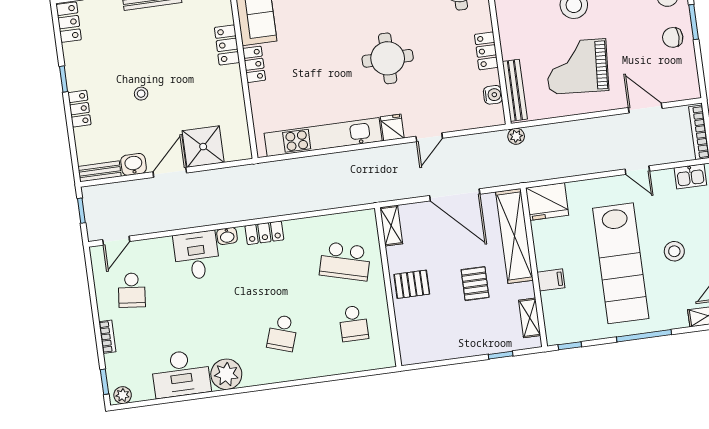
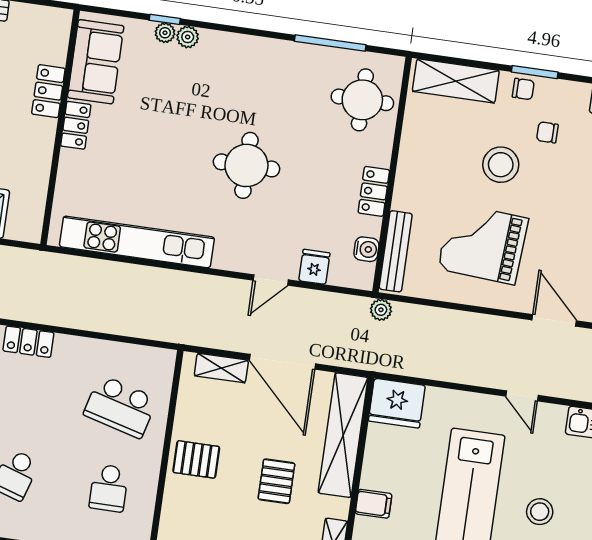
fridge: (392, 127) -> (314, 267), moved
shelving: (391, 226) -> (221, 368), moved, turned 90

